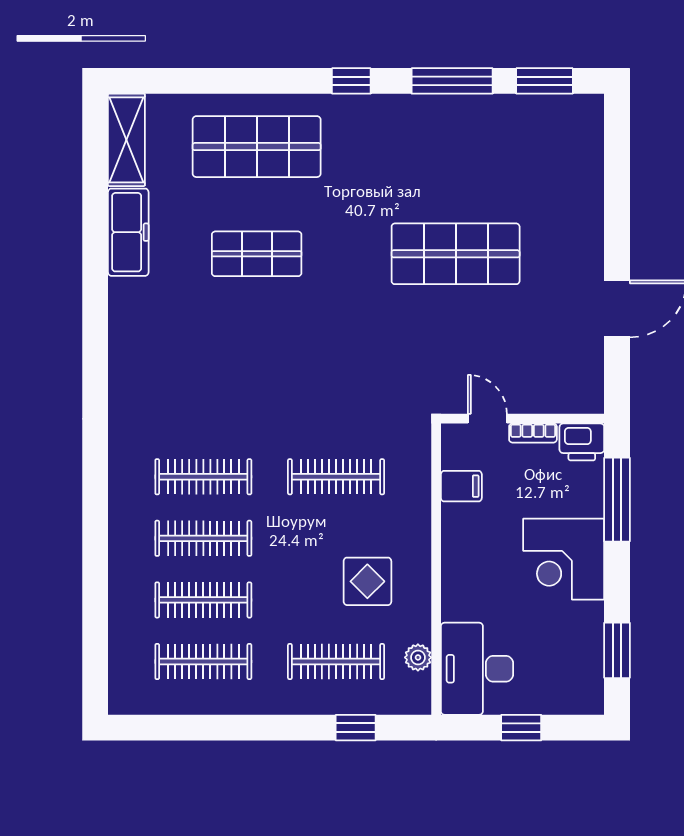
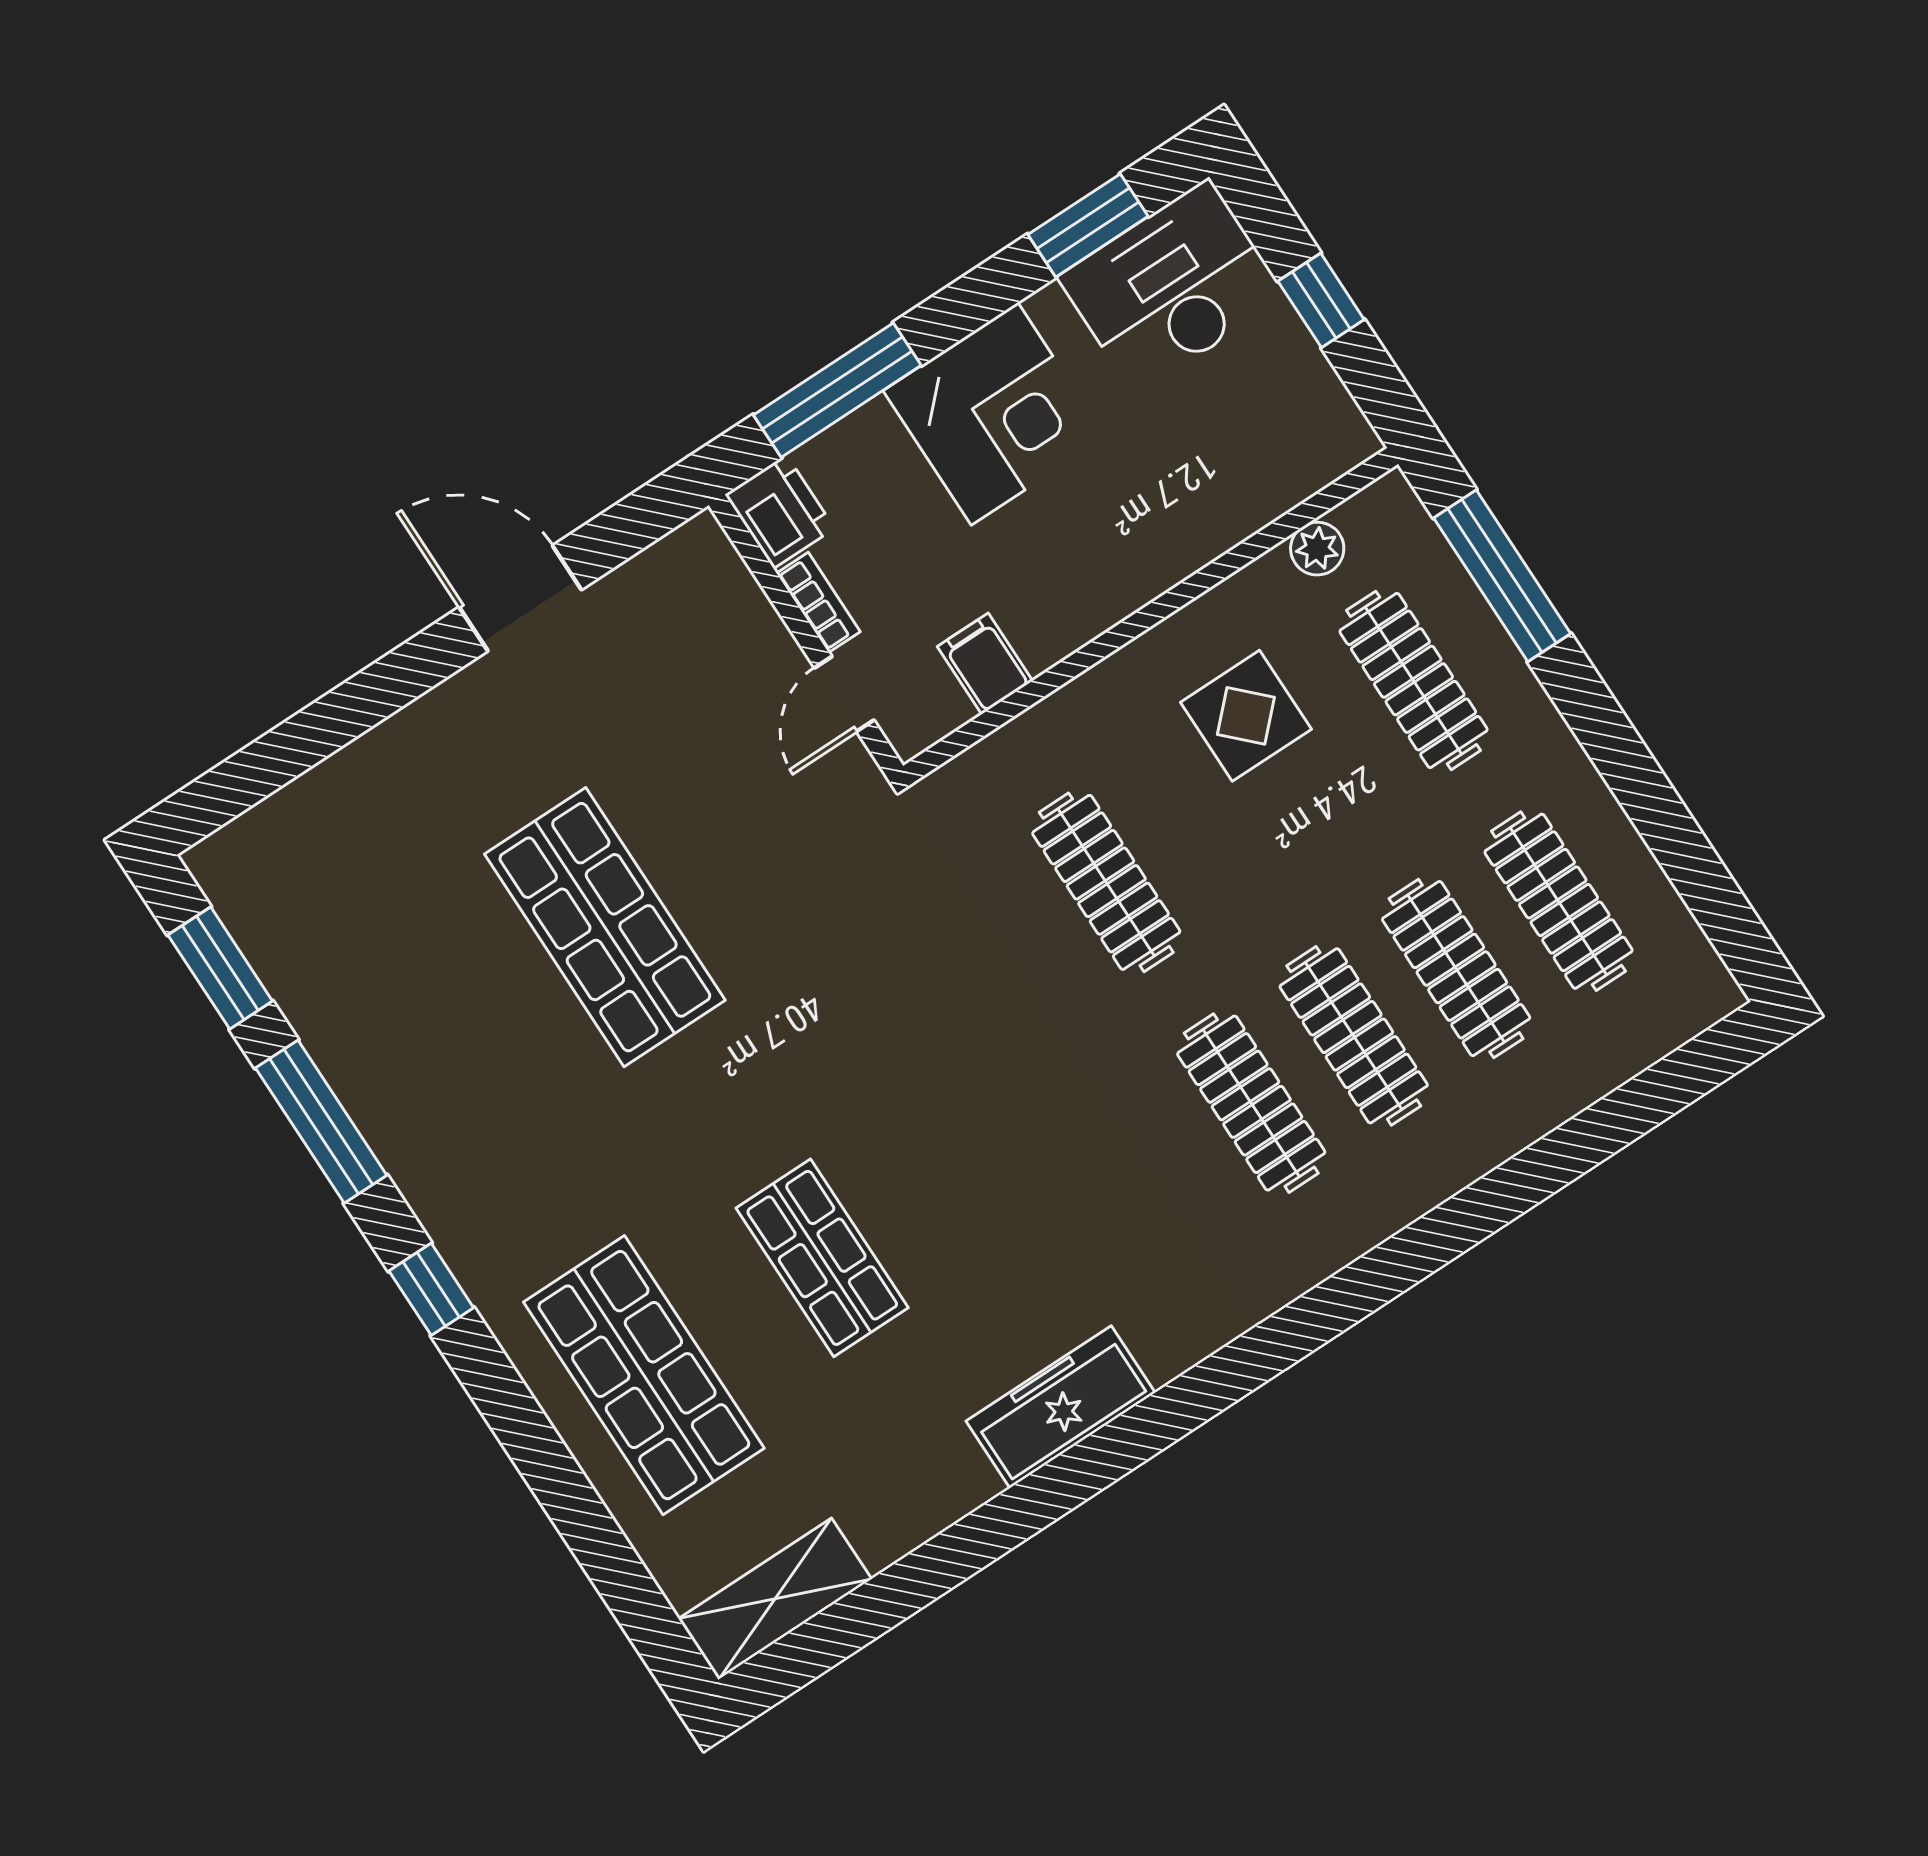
freezer: (128, 232) -> (1061, 1407), moved
desk: (477, 669) -> (1172, 287), moved, turned 180
window: (356, 728) -> (1502, 576), width x2.17

